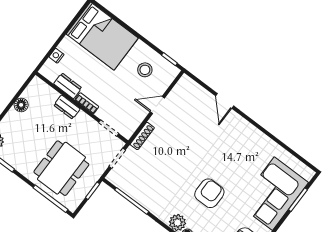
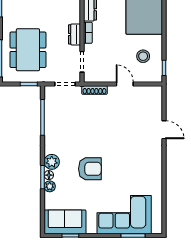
door: (225, 101) -> (164, 130), swing flipped
dresser: (67, 107) -> (75, 34), moved
dining table: (61, 168) -> (28, 50), turned 90

